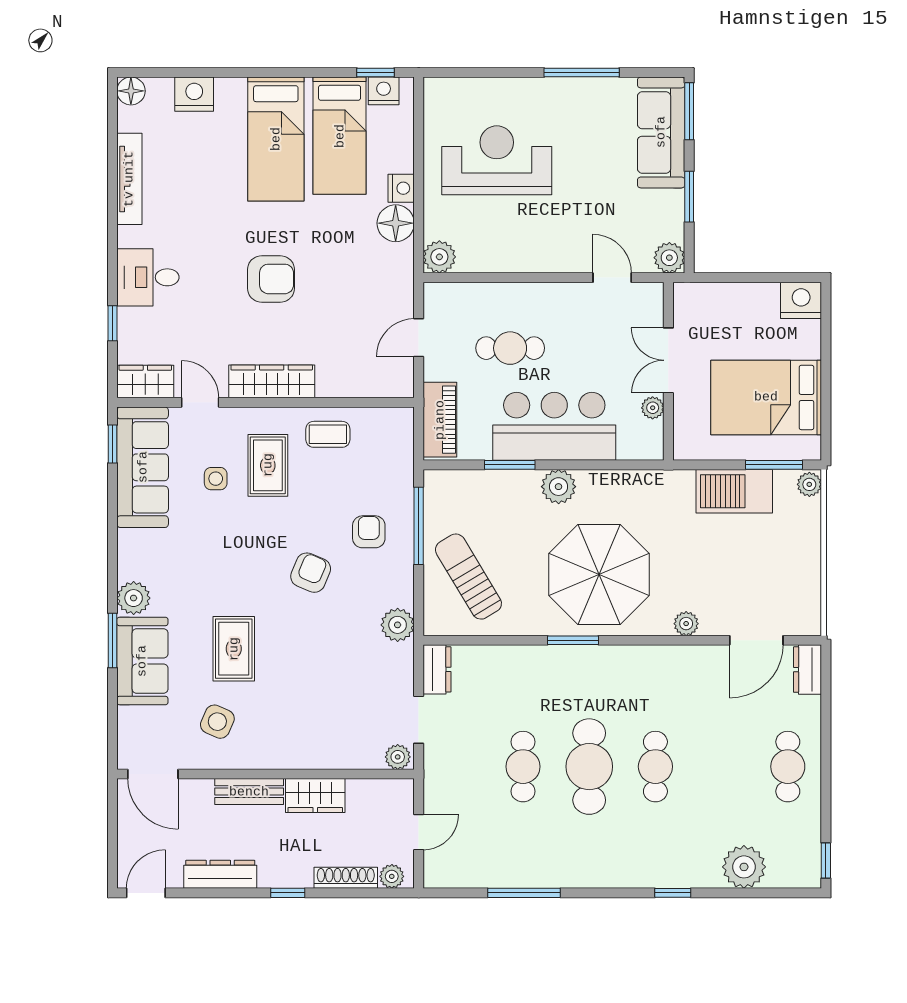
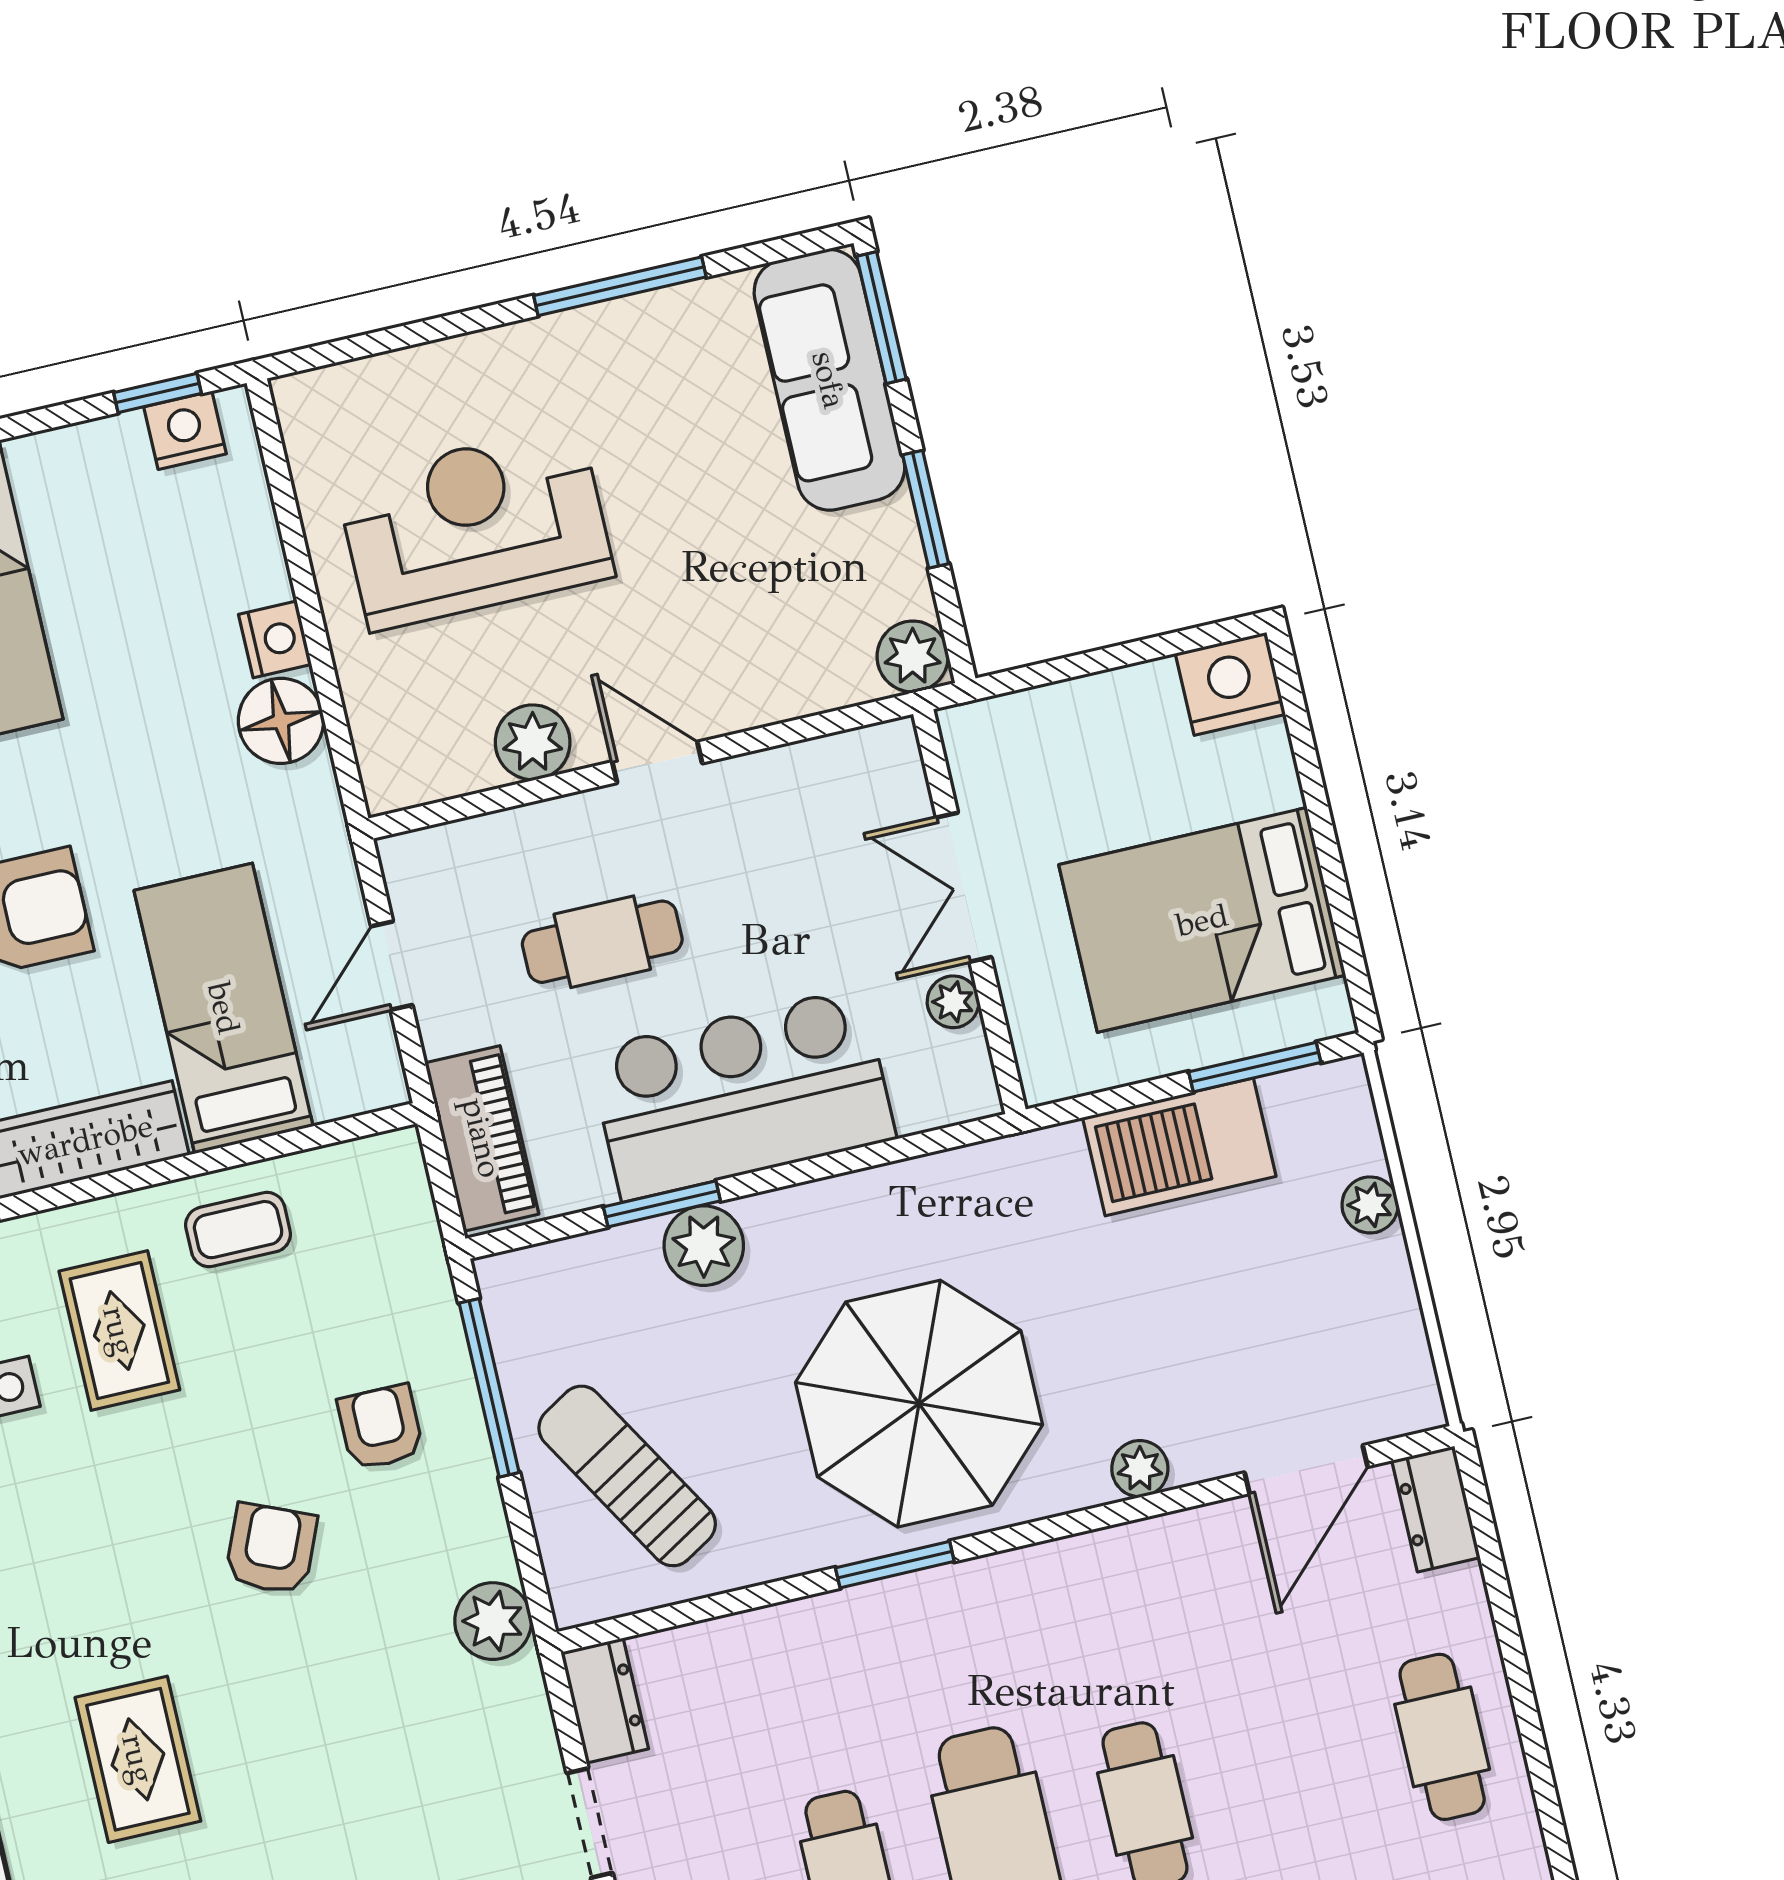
bed: (340, 136) -> (224, 1008), moved, turned 180
plant: (439, 257) -> (533, 742), moved
door: (612, 278) -> (657, 762), moved
plant: (809, 484) -> (1370, 1205), moved
plant: (559, 487) -> (704, 1246), moved

